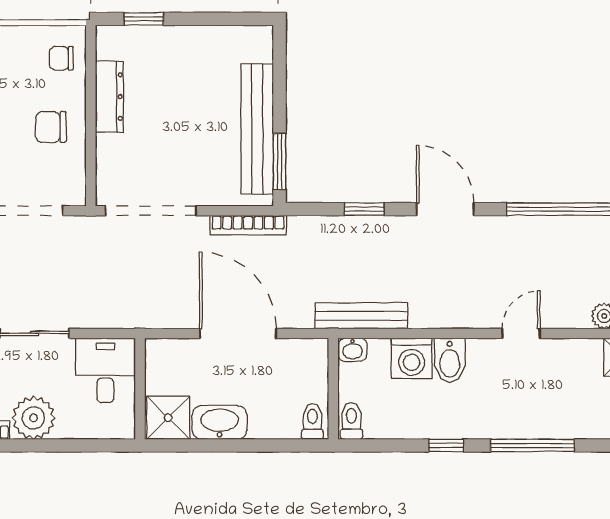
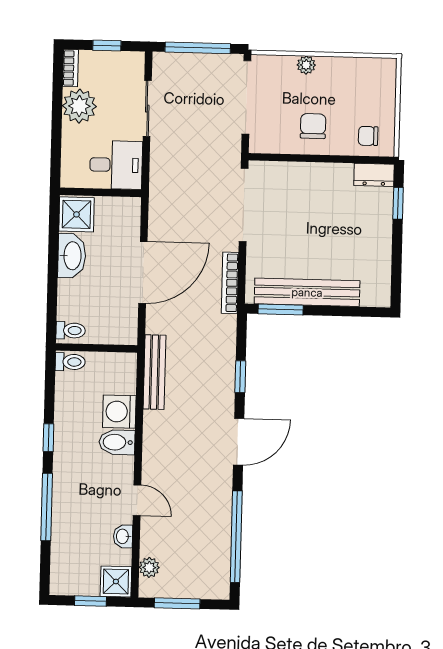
chair: (61, 58) -> (368, 136), turned -90
dresser: (109, 97) -> (374, 175), moved, width x0.70
washbasin: (352, 350) -> (123, 536), moved

